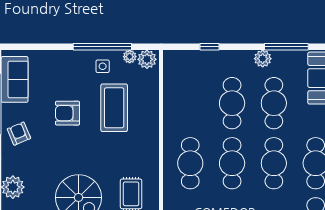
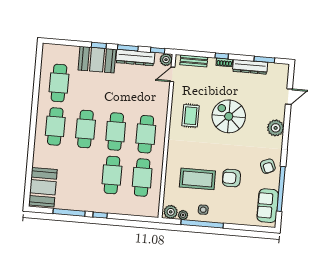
window: (209, 47) -> (100, 215), moved
plant: (263, 59) -> (87, 205), removed
cafe table: (274, 103) -> (142, 178), moved
coffee table: (114, 108) -> (197, 179), turned 90
armchair: (68, 113) -> (231, 178), turned 180

